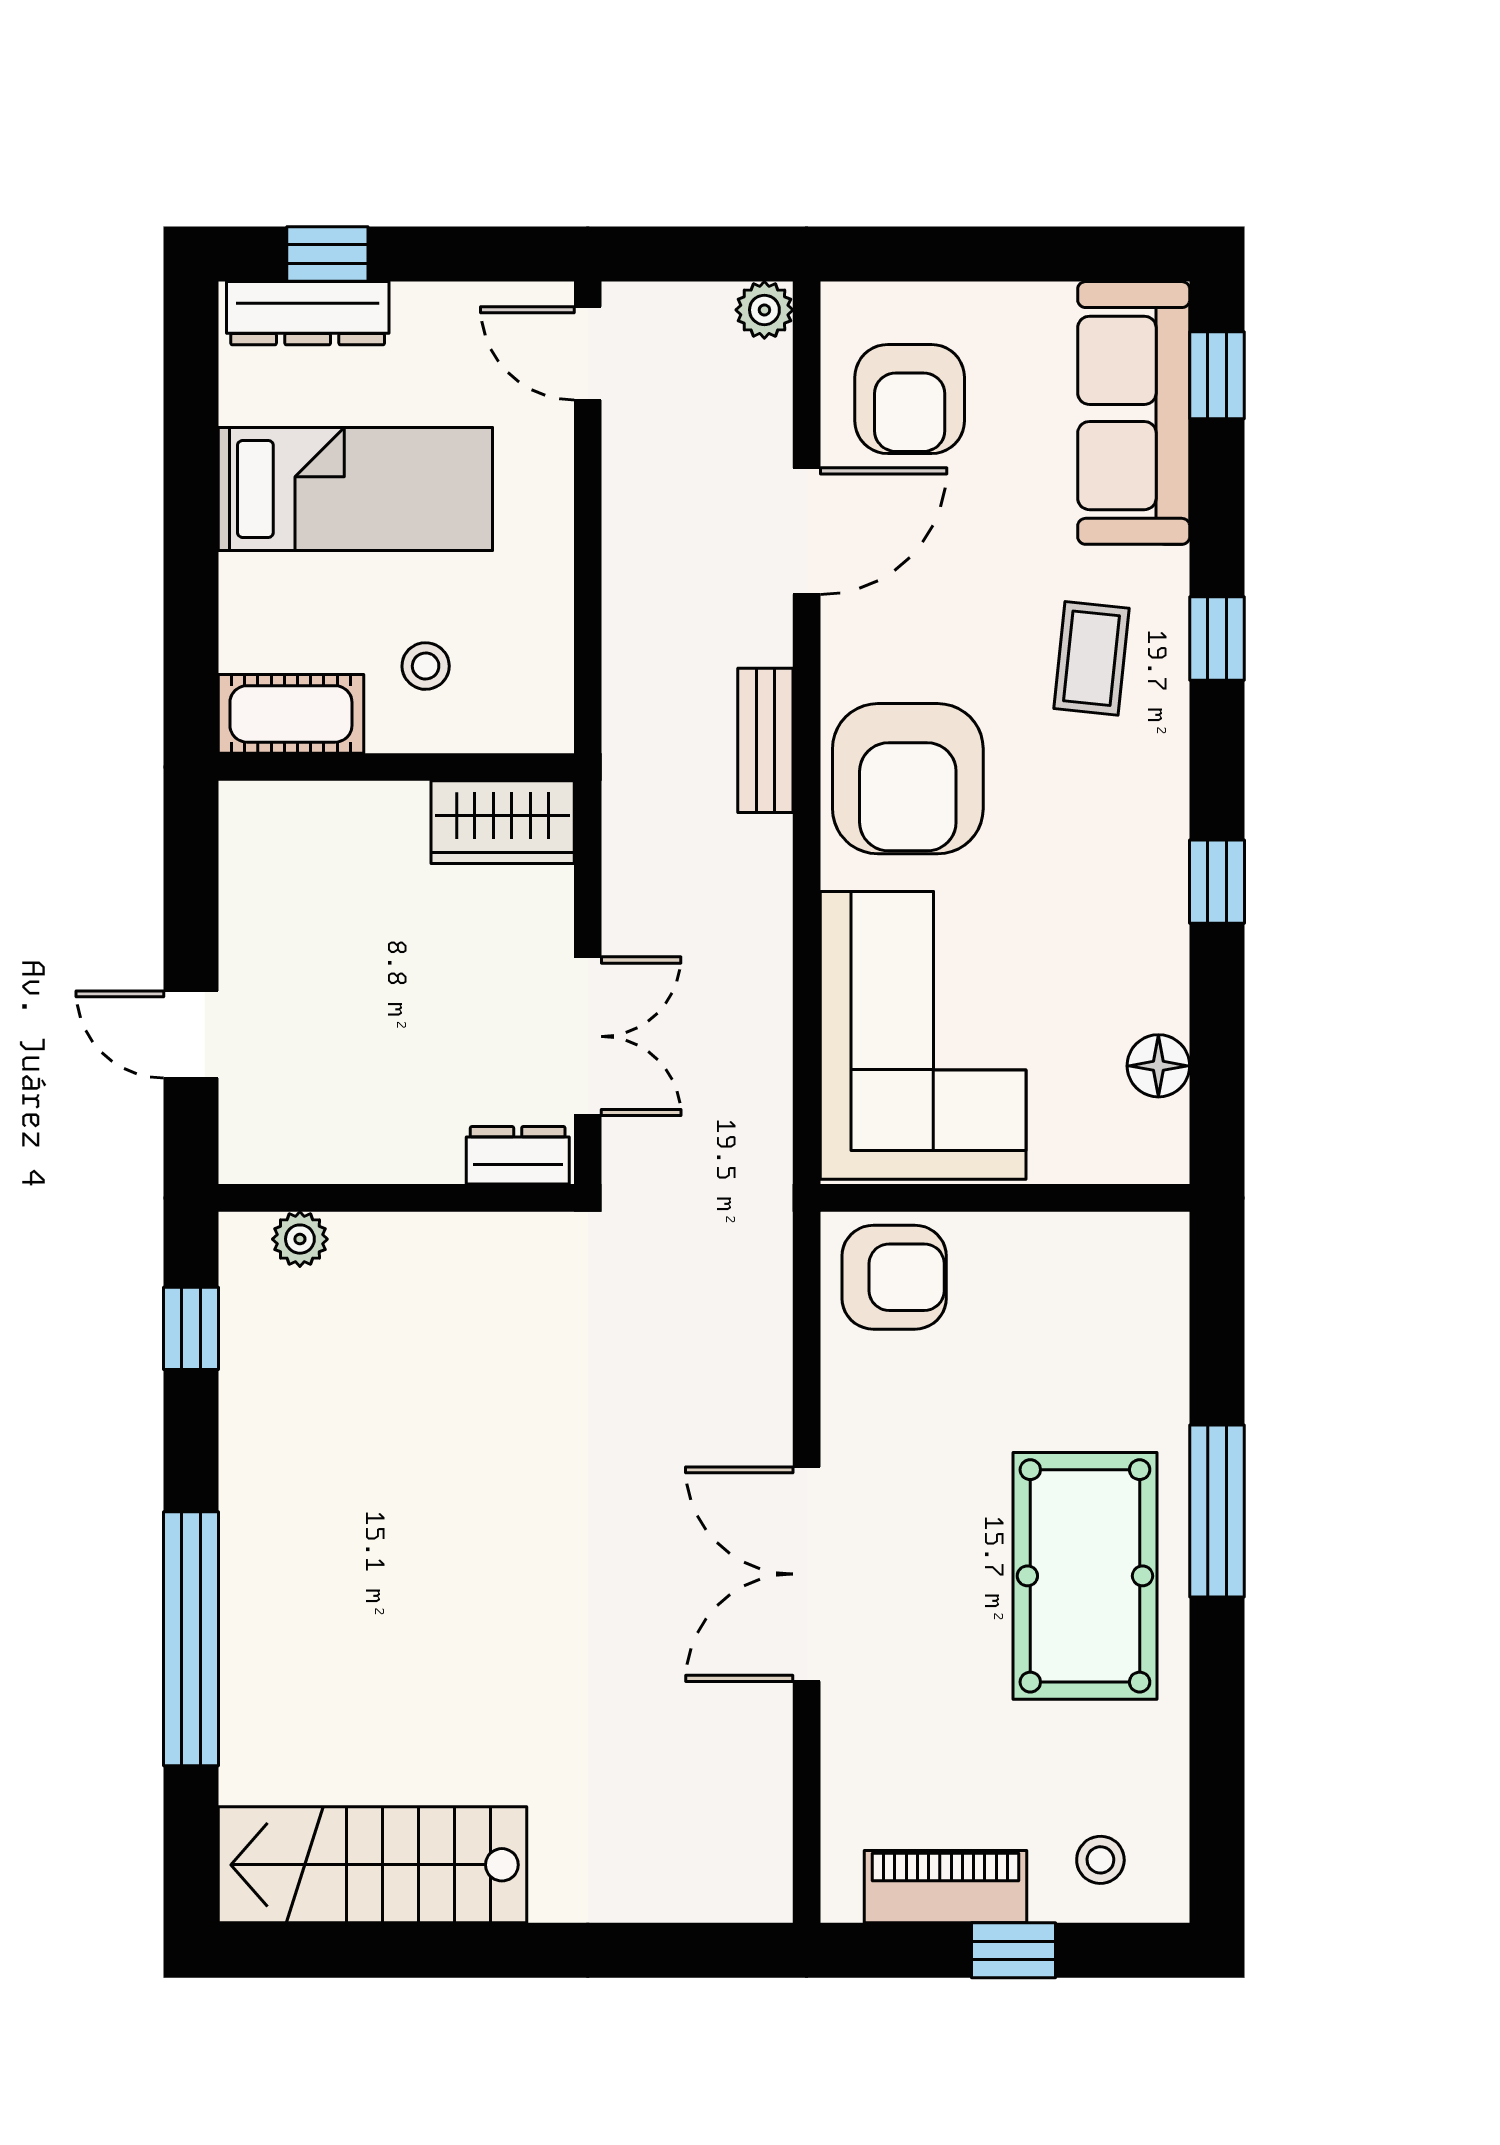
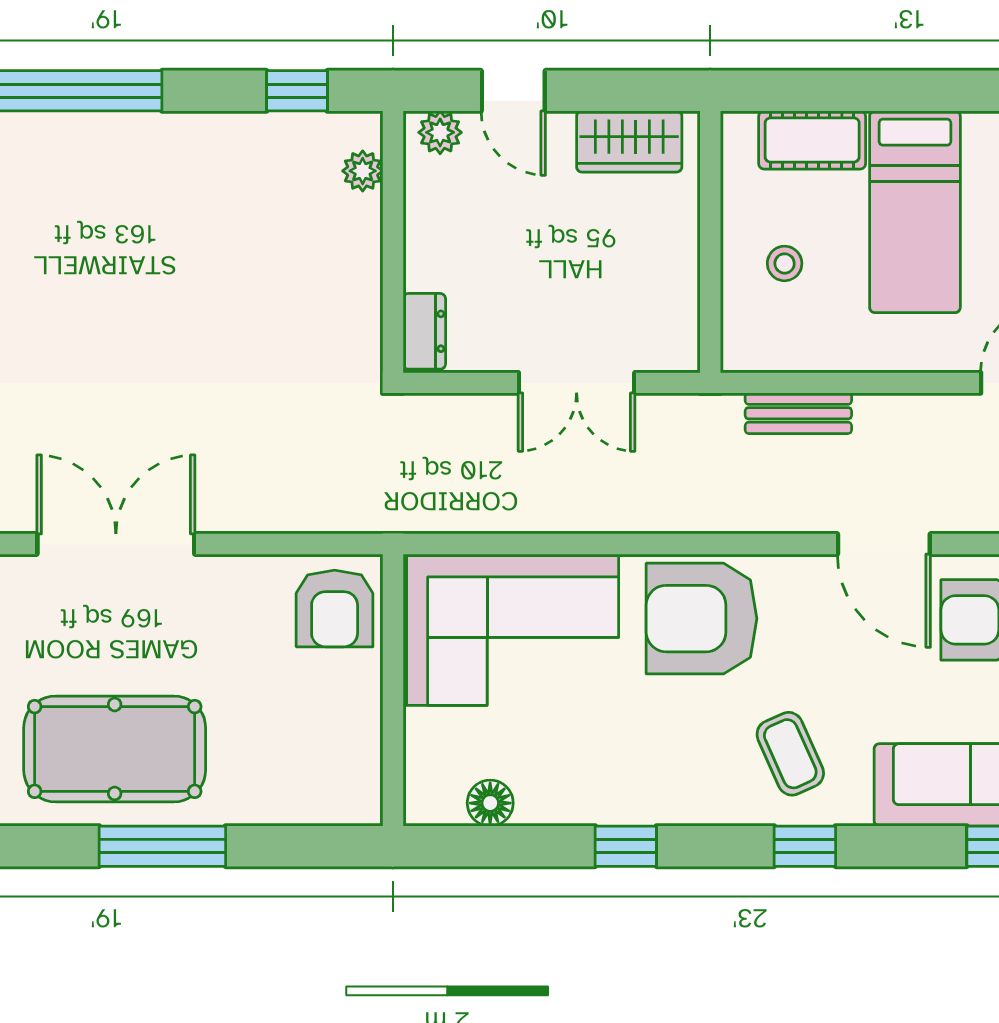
coffee table: (1091, 658) -> (790, 754), turned 60
cot: (291, 714) -> (812, 140), moved, turned 90
bench: (765, 740) -> (798, 413), moved
wardrobe: (503, 822) -> (629, 141), moved, turned -90
door: (191, 1034) -> (513, 91), swing flipped
double door: (588, 1036) -> (577, 383), moved
plant: (248, 1134) -> (440, 132), added

